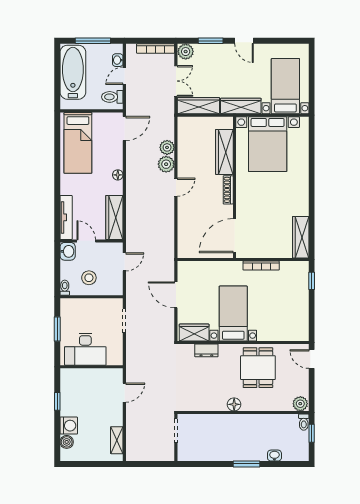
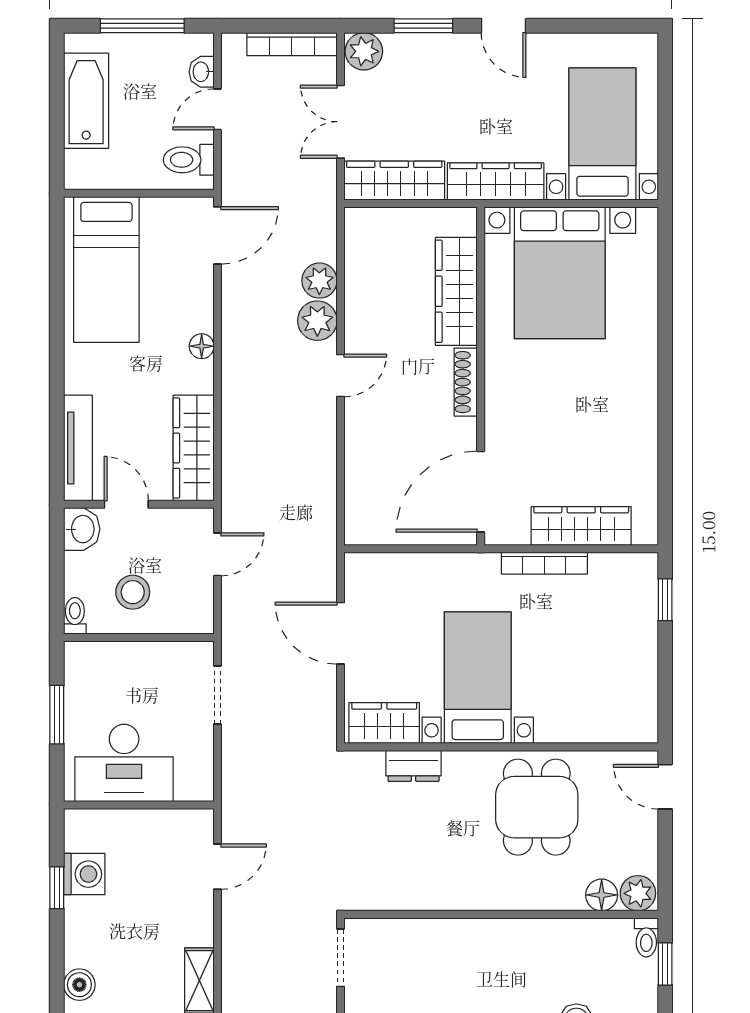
bathtub: (73, 72) -> (86, 101), width x0.73, depth x0.73
double door: (176, 81) -> (340, 122), swing flipped
wardrobe: (301, 237) -> (581, 526), moved, turned 90
floor lamp: (234, 404) -> (602, 895), moved
washing machine: (69, 426) -> (84, 874), moved

